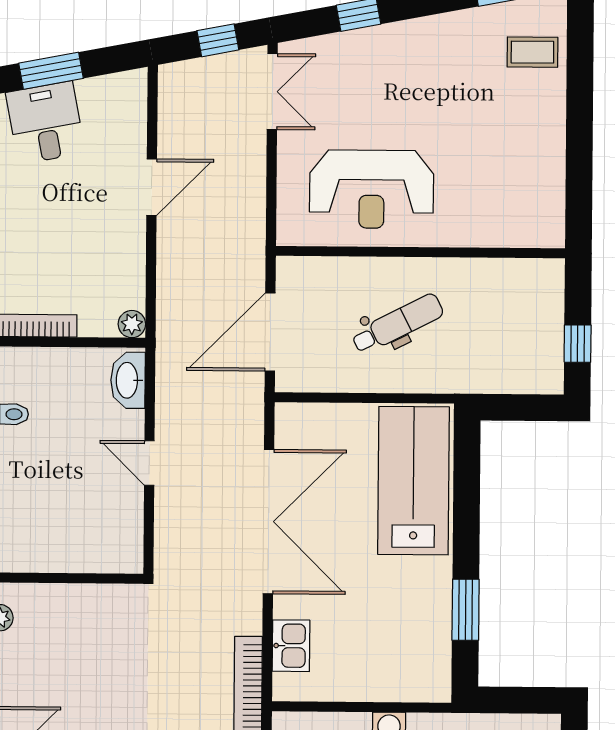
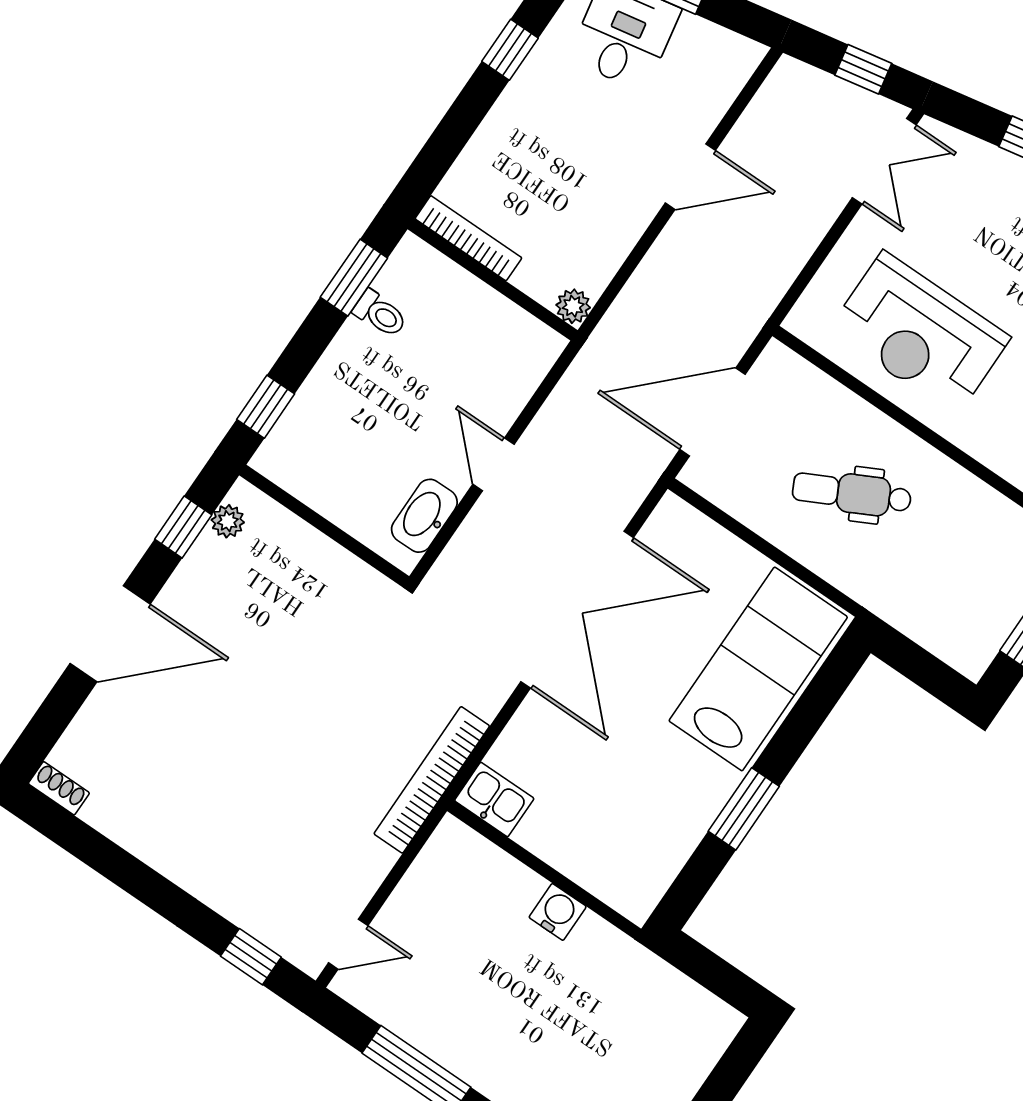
dental chair: (398, 324) -> (852, 493), turned 180
washbasin: (128, 380) -> (424, 516), moved
window: (466, 610) -> (744, 809), moved
kitchen sink: (291, 646) -> (494, 800), moved, turned -90

